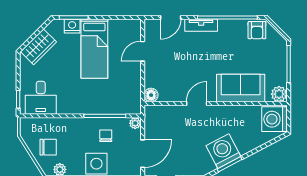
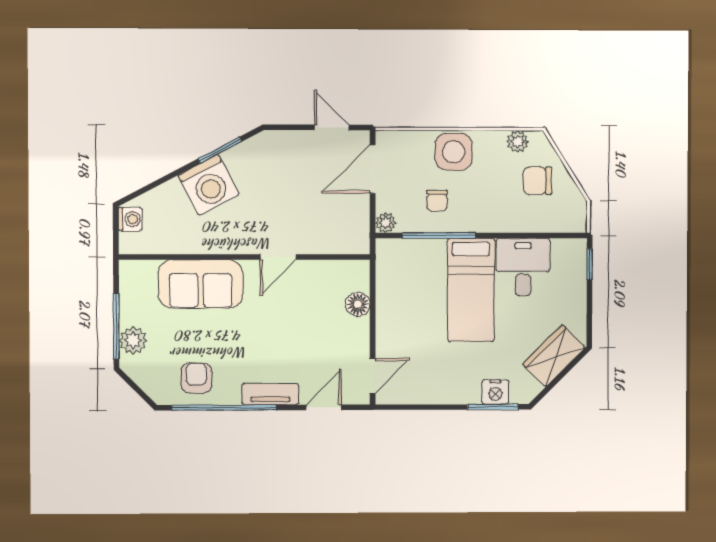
armchair: (257, 30) -> (196, 378), moved
bed: (94, 49) -> (471, 290), moved, turned 180
door: (143, 51) -> (373, 376), moved
plant: (279, 94) -> (133, 340), moved
floor lamp: (151, 95) -> (358, 304), moved
desk: (41, 98) -> (523, 267), moved
washing machine: (274, 119) -> (130, 219), width x0.53, depth x0.53
washing machine: (223, 151) -> (209, 185), moved

